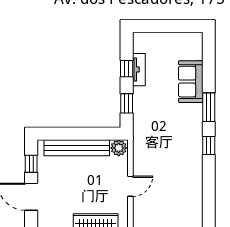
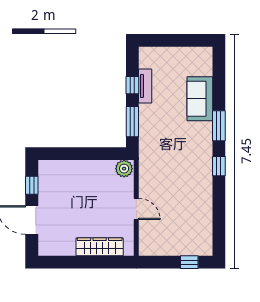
window: (127, 103) -> (132, 122), width x1.50
bench: (77, 148) -> (80, 168), removed
door: (130, 186) -> (136, 209), hinge flipped

